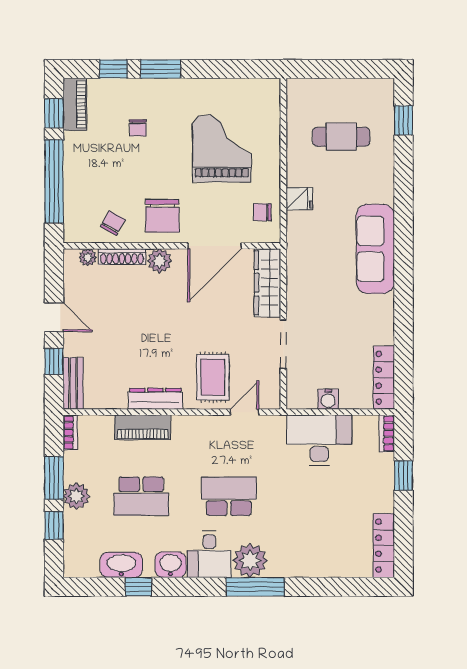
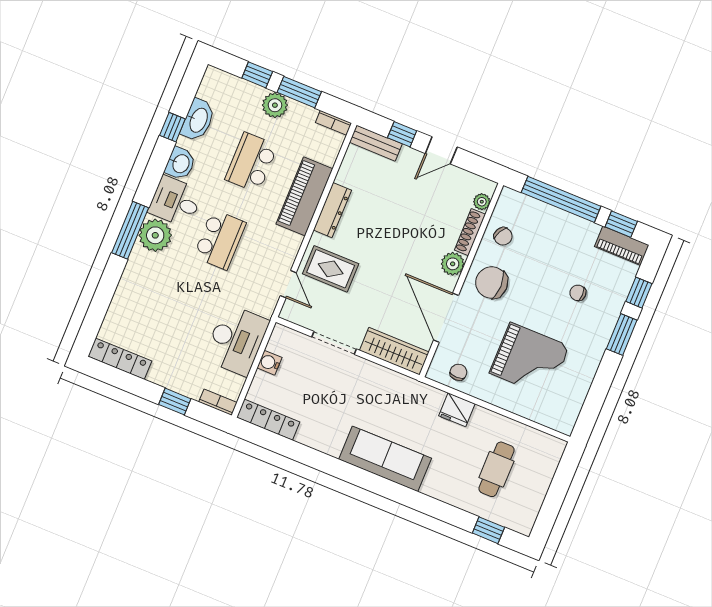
fridge: (299, 199) -> (457, 410), width x1.38
piano: (143, 427) -> (304, 196), width x1.37, depth x1.33

